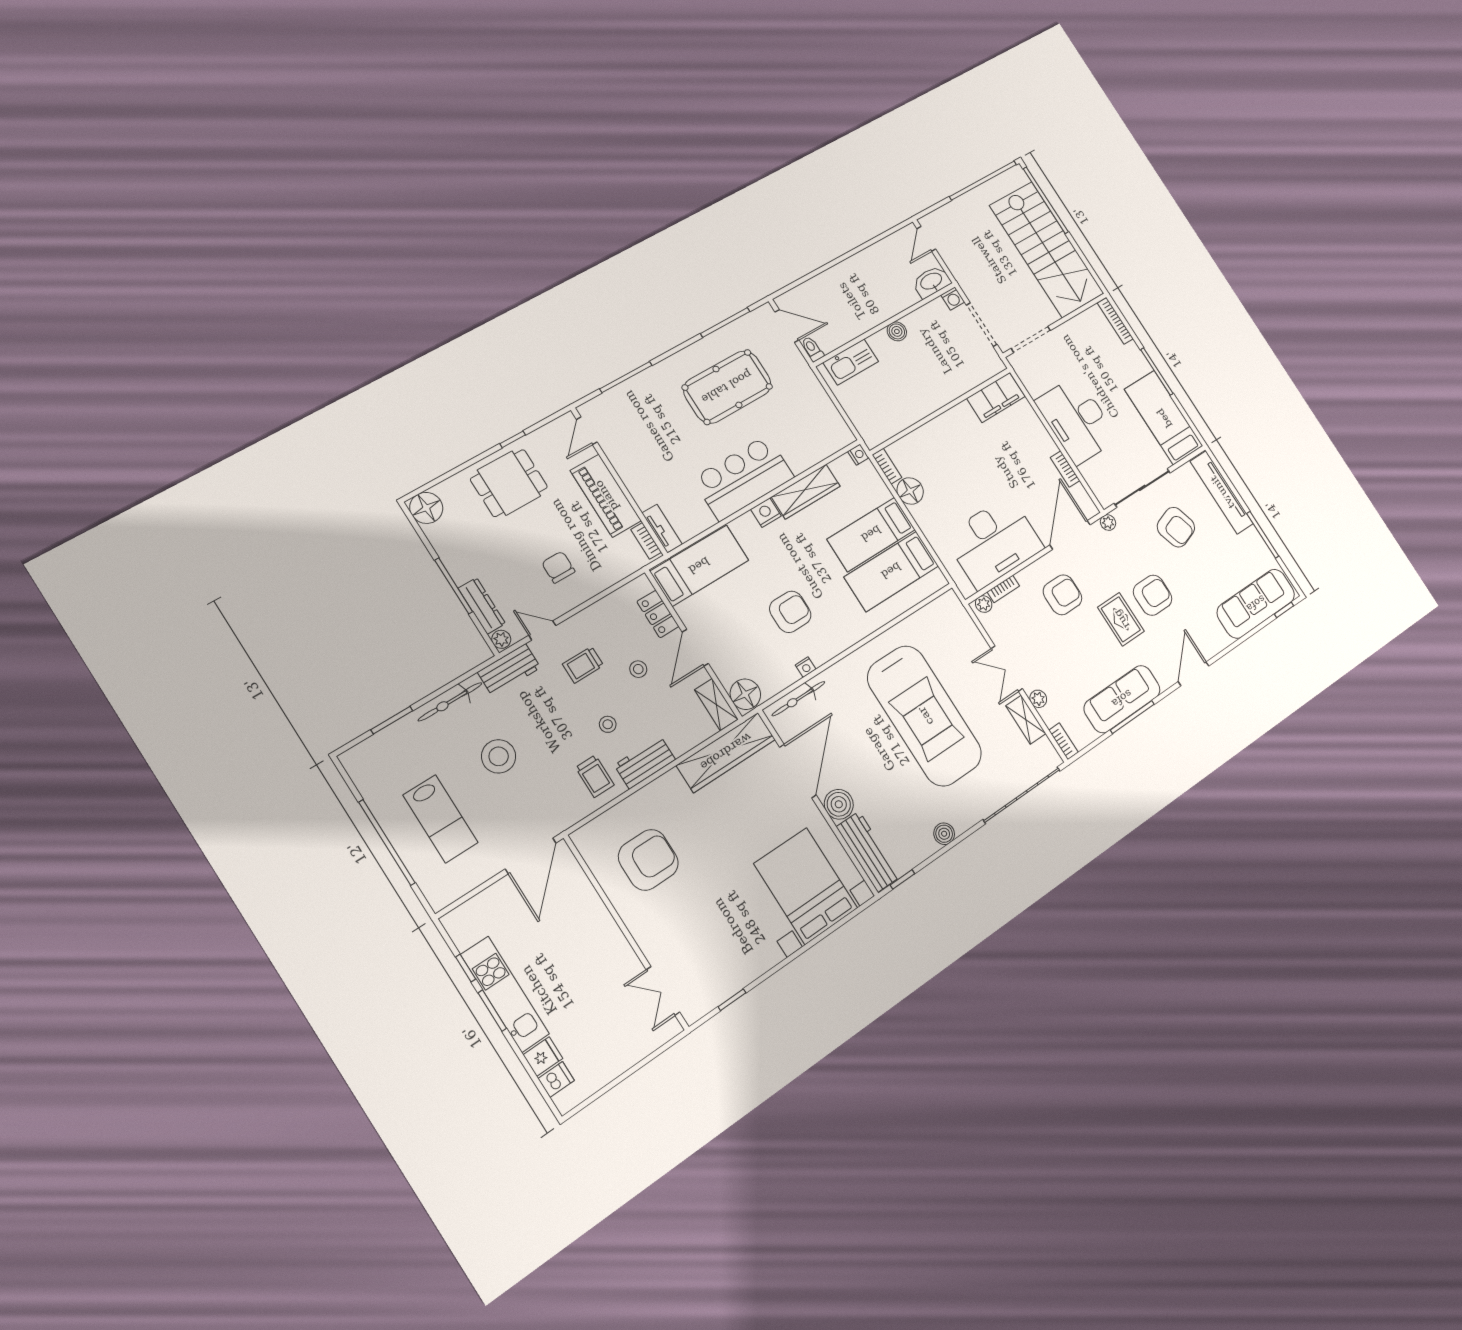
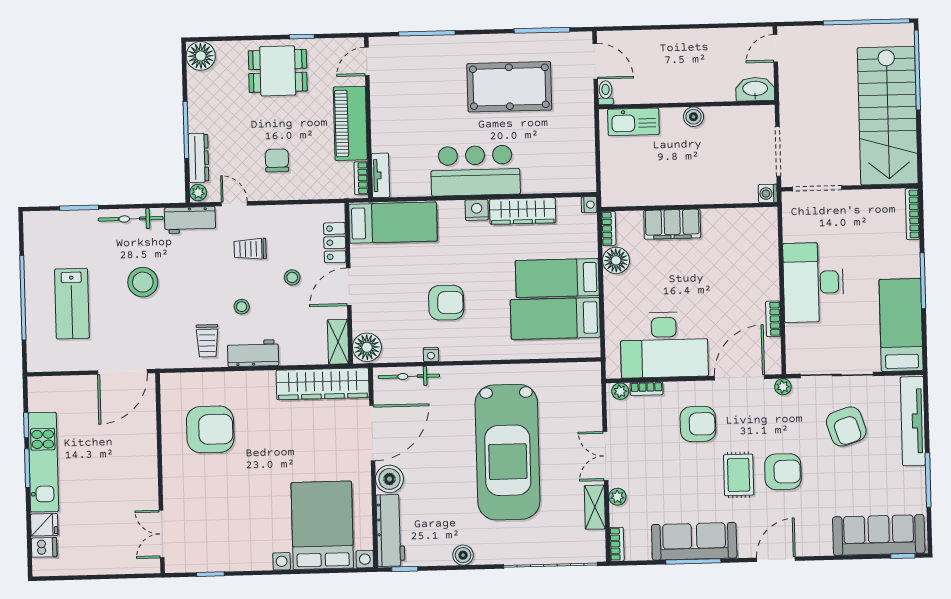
washing machine: (953, 298) -> (768, 194), moved, turned 90
filing cabinet: (996, 397) -> (672, 224), moved

